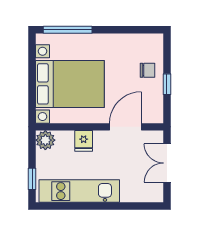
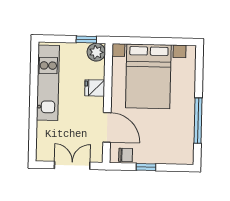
window: (68, 30) -> (198, 121), moved
chair: (147, 70) -> (126, 155), moved, turned -90
window: (32, 179) -> (86, 40), moved

